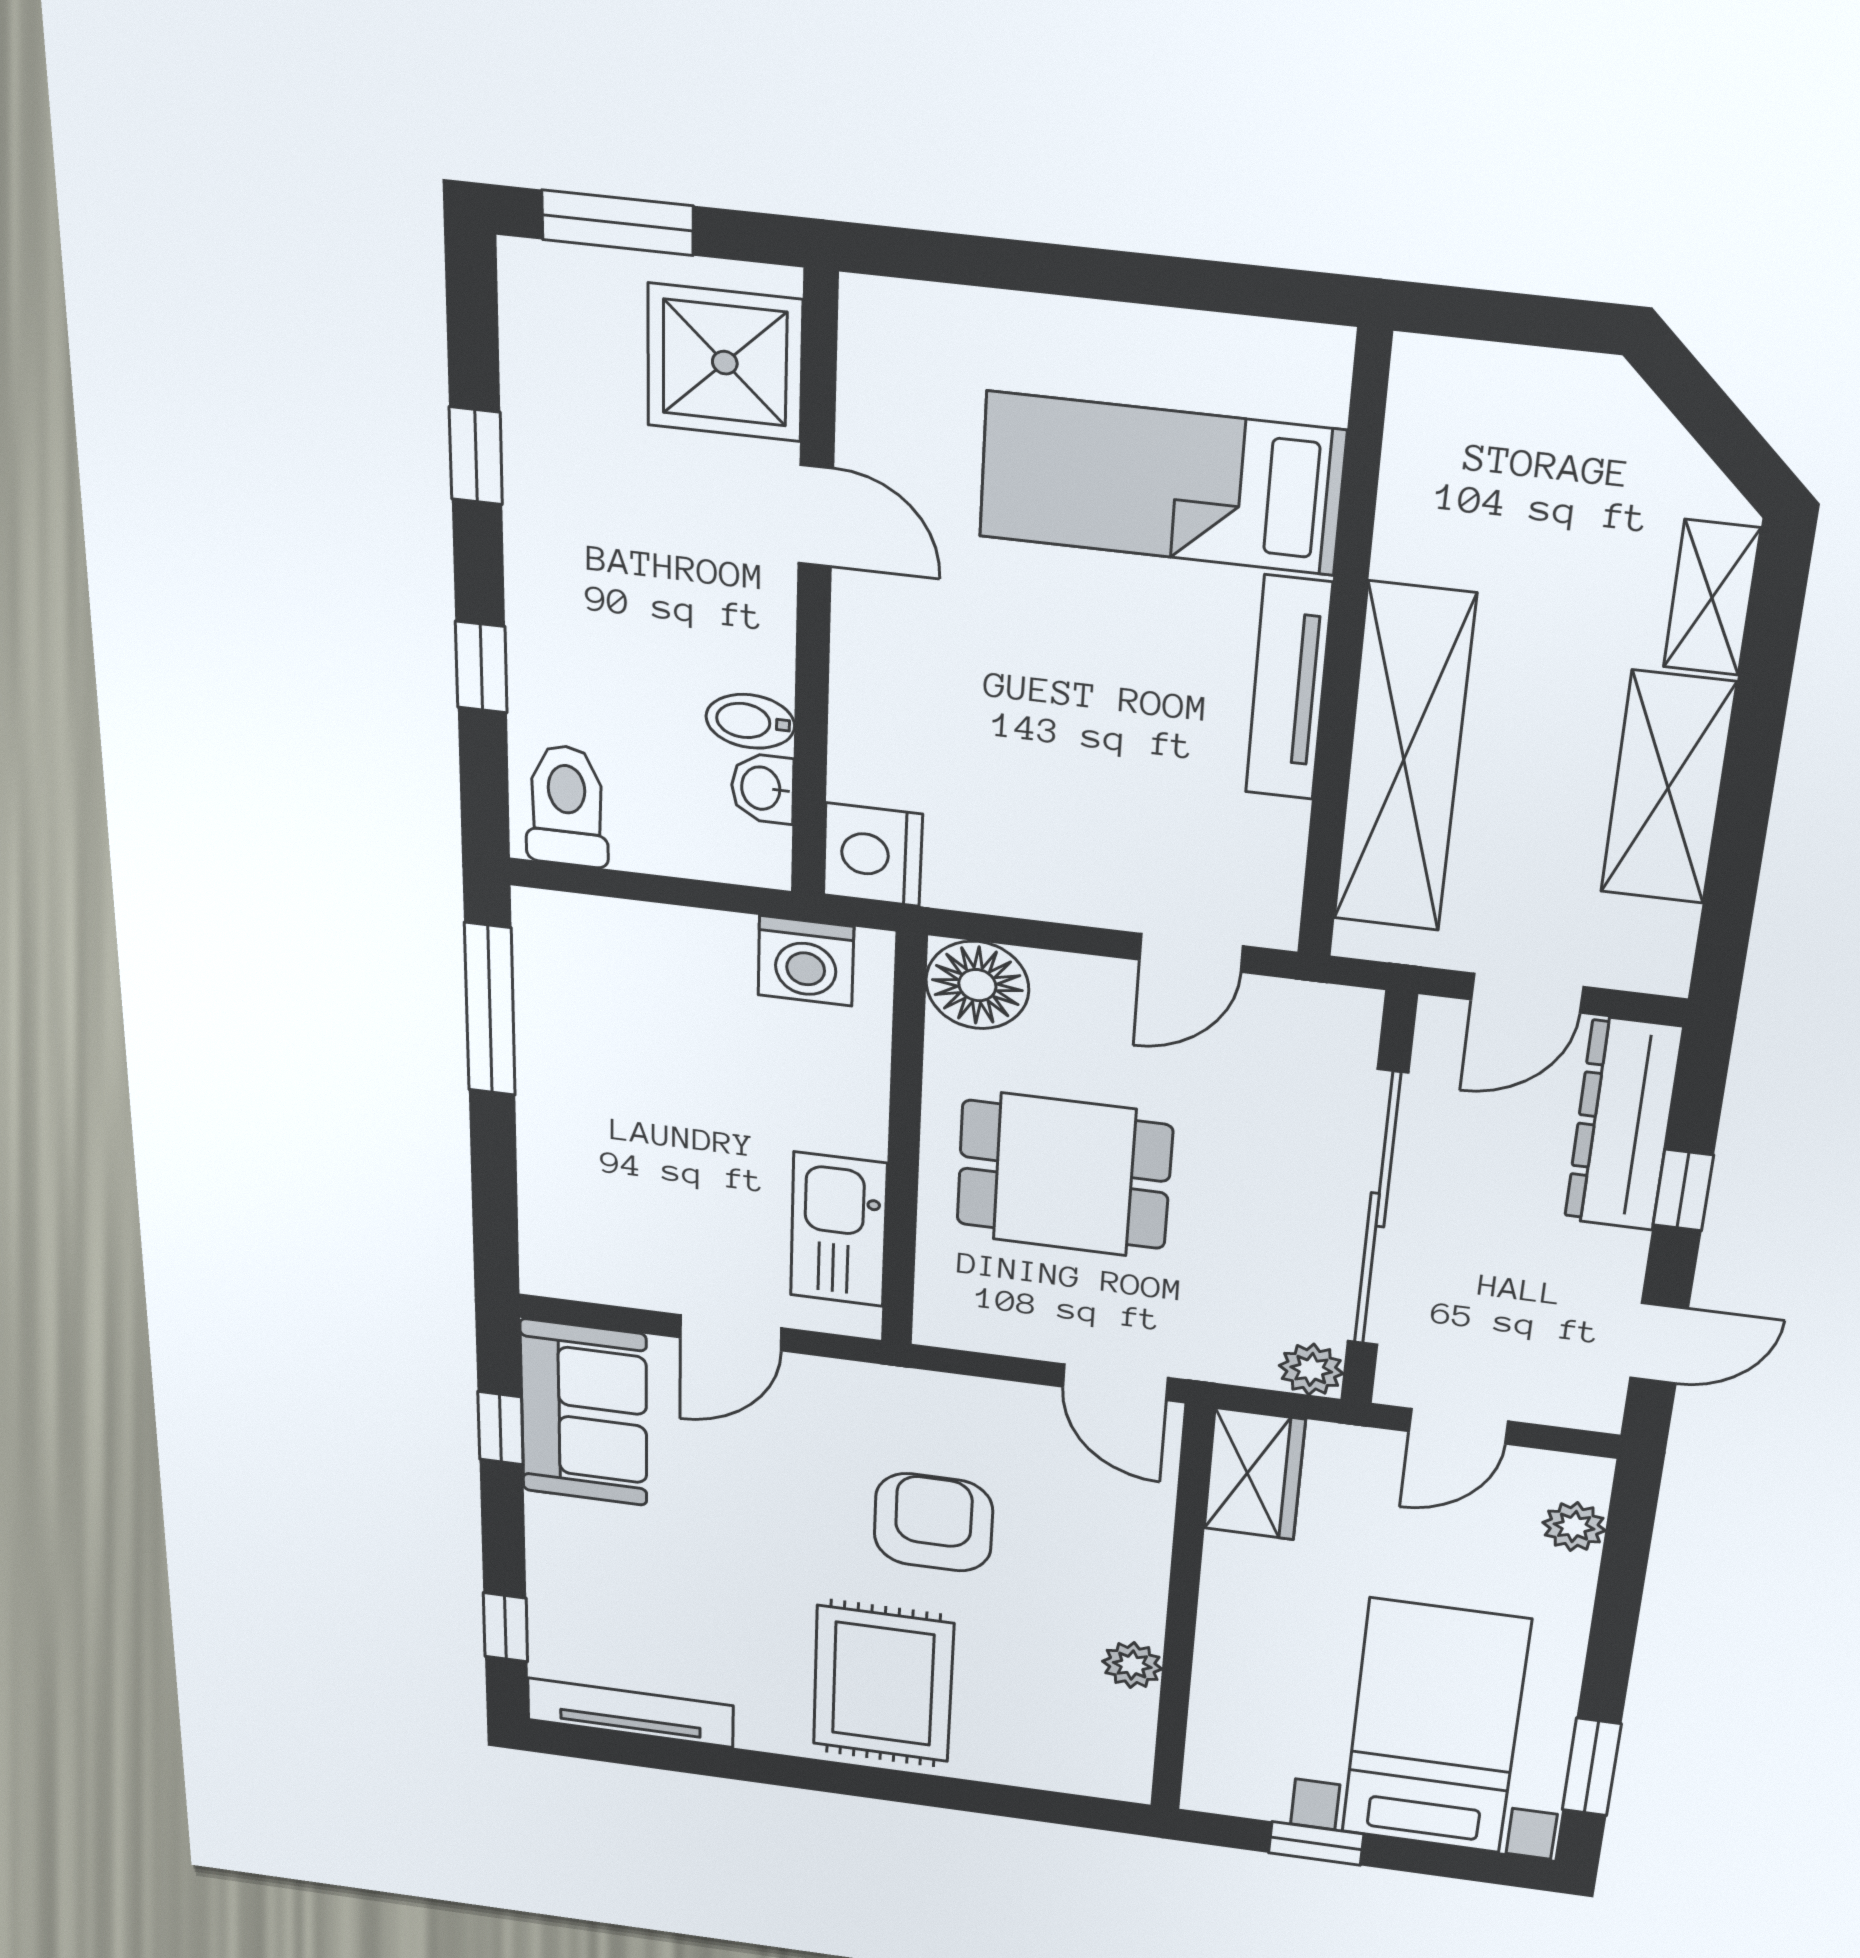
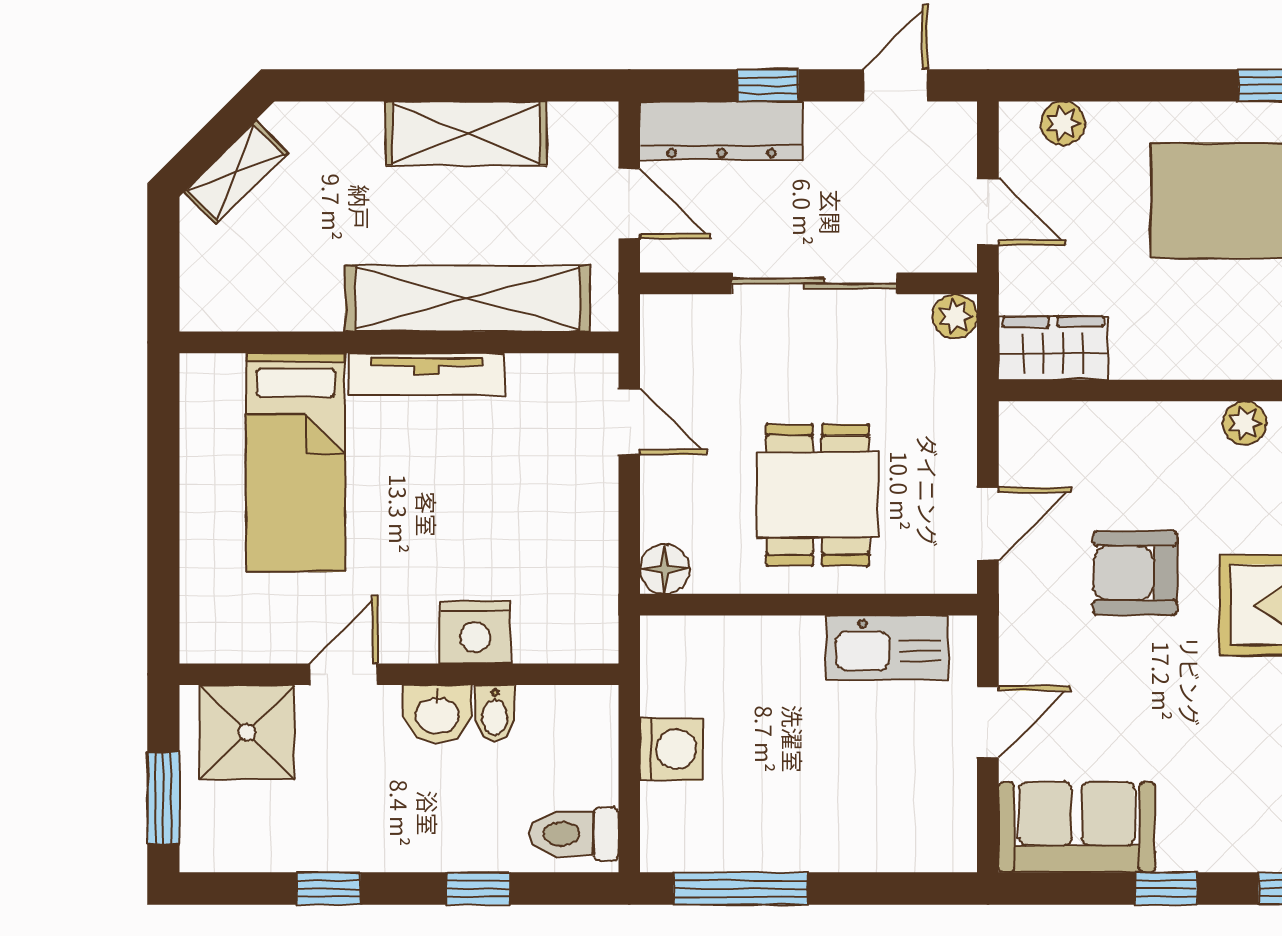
shelving: (1712, 598) -> (236, 172), moved, turned -45
washbasin: (763, 788) -> (437, 714), moved, width x1.38, depth x1.45
nightstand: (873, 855) -> (475, 632), moved
washing machine: (806, 961) -> (671, 749), moved
floor lamp: (977, 985) -> (665, 569), width x0.73, depth x0.73
sliding door: (1377, 1210) -> (814, 283), width x0.73
door: (731, 1333) -> (988, 722), hinge flipped
door: (1659, 1343) -> (895, 85), hinge flipped
door: (1115, 1382) -> (988, 524), moved
window: (500, 1428) -> (1166, 888), moved

